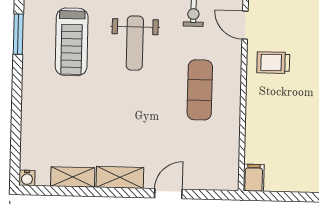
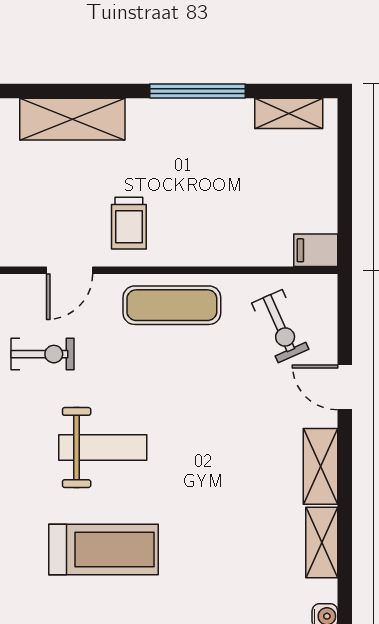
exercise mat: (200, 90) -> (172, 305), moved
exercise bike: (207, 155) -> (280, 326), added

